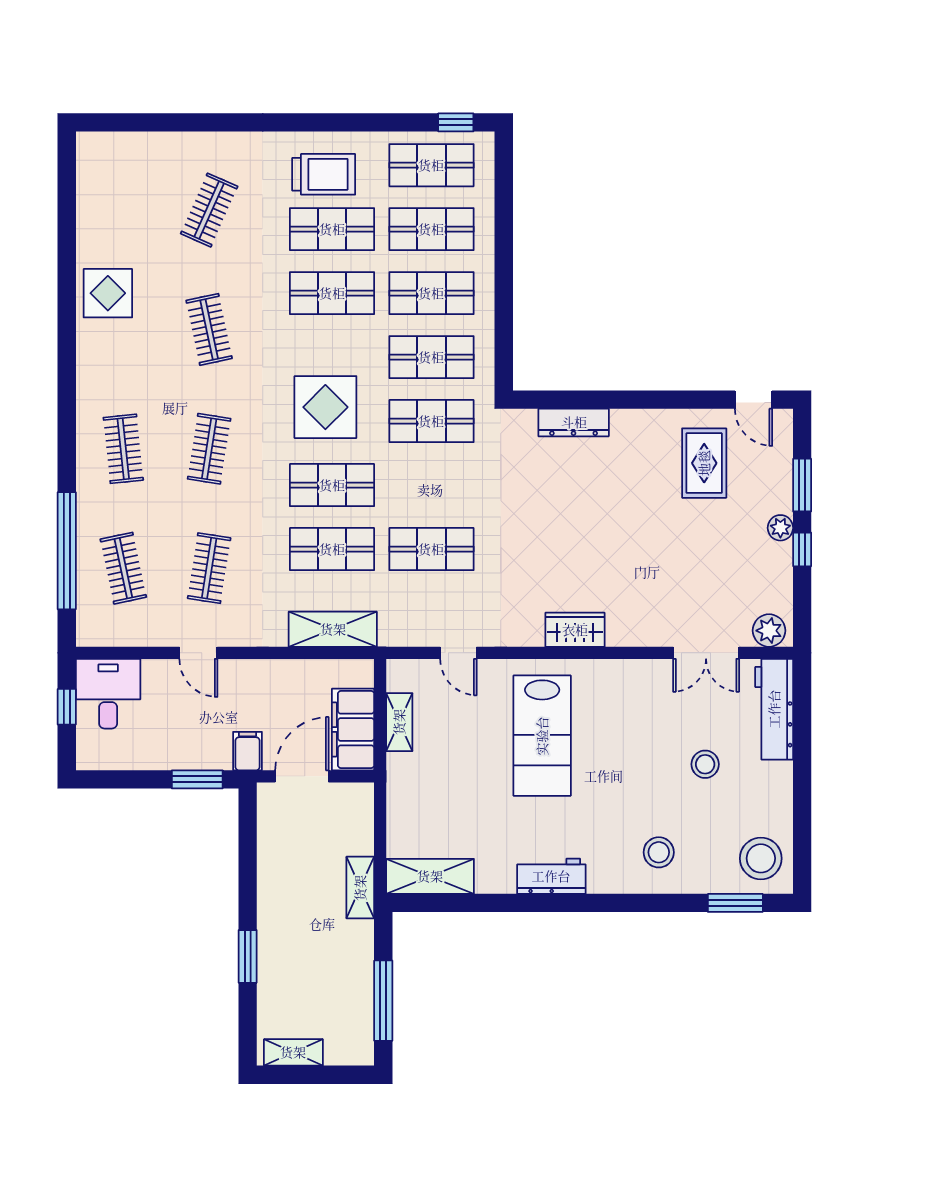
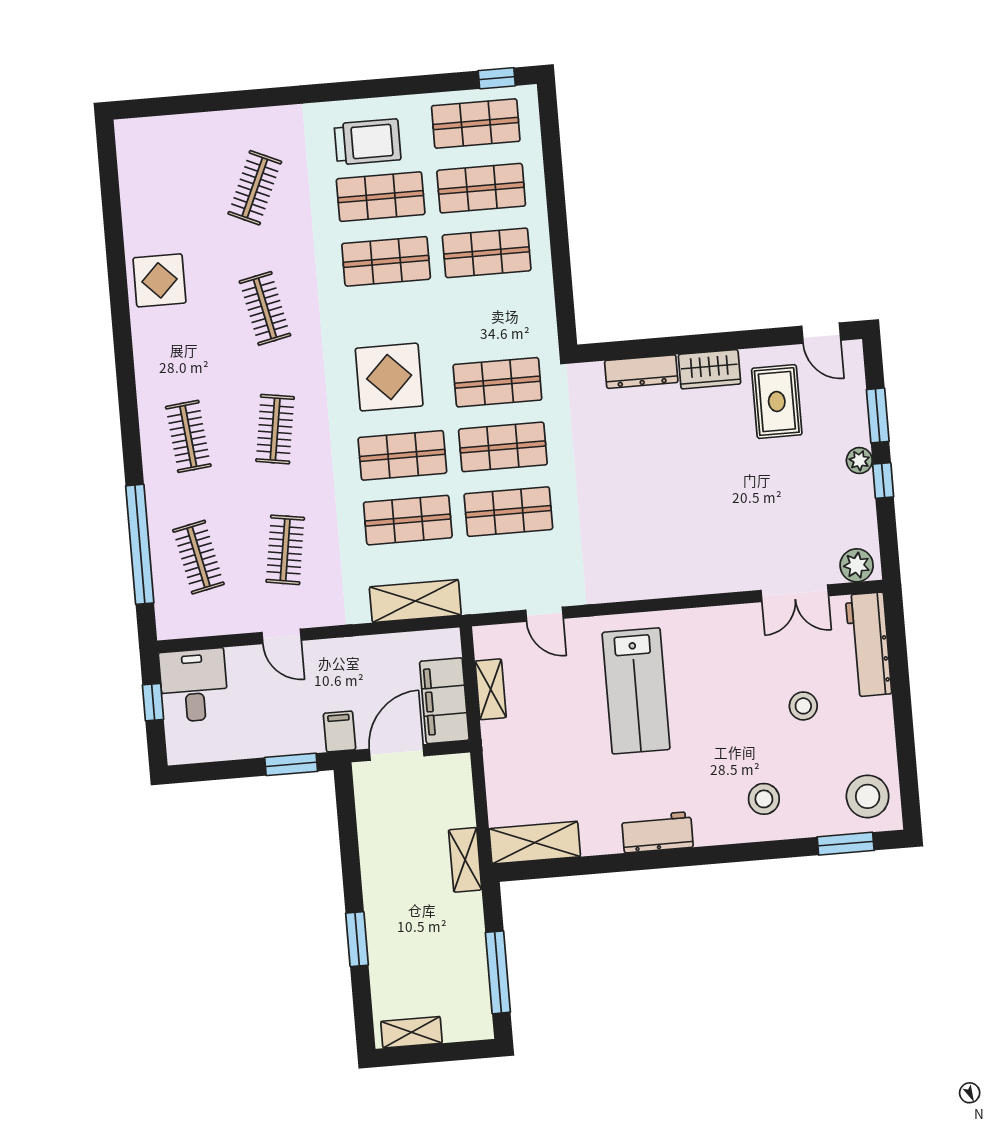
shop shelf: (431, 357) -> (503, 447), moved
wardrobe: (575, 630) -> (709, 369), moved, turned 180

